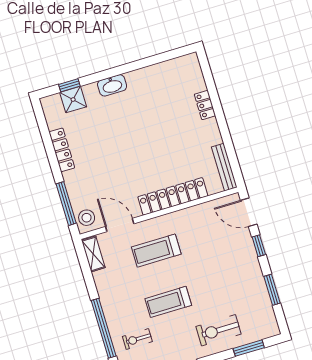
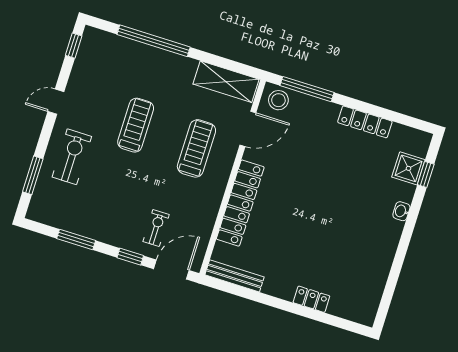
washbasin: (112, 85) -> (401, 211), width x0.52, depth x0.69
shelving: (93, 254) -> (226, 82), width x1.50, depth x1.33
exercise bike: (137, 339) -> (156, 228), moved

